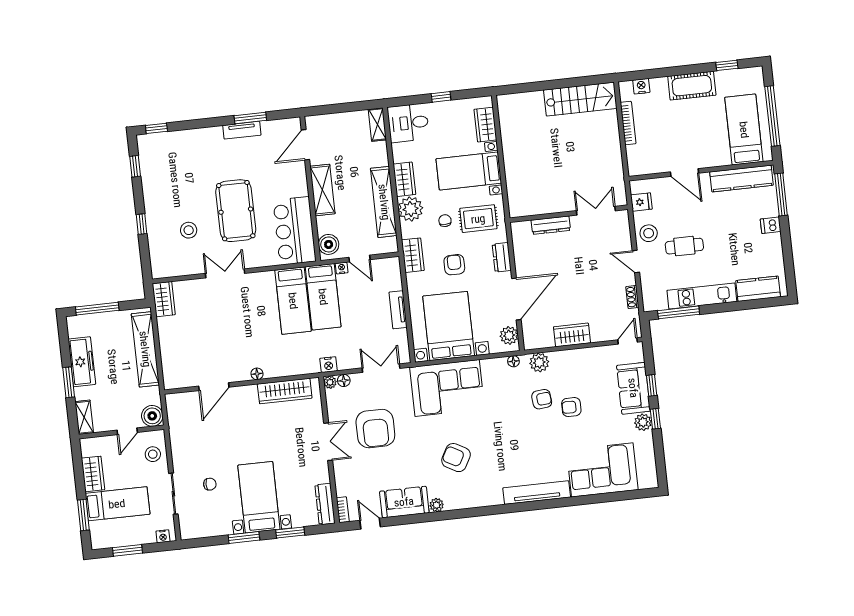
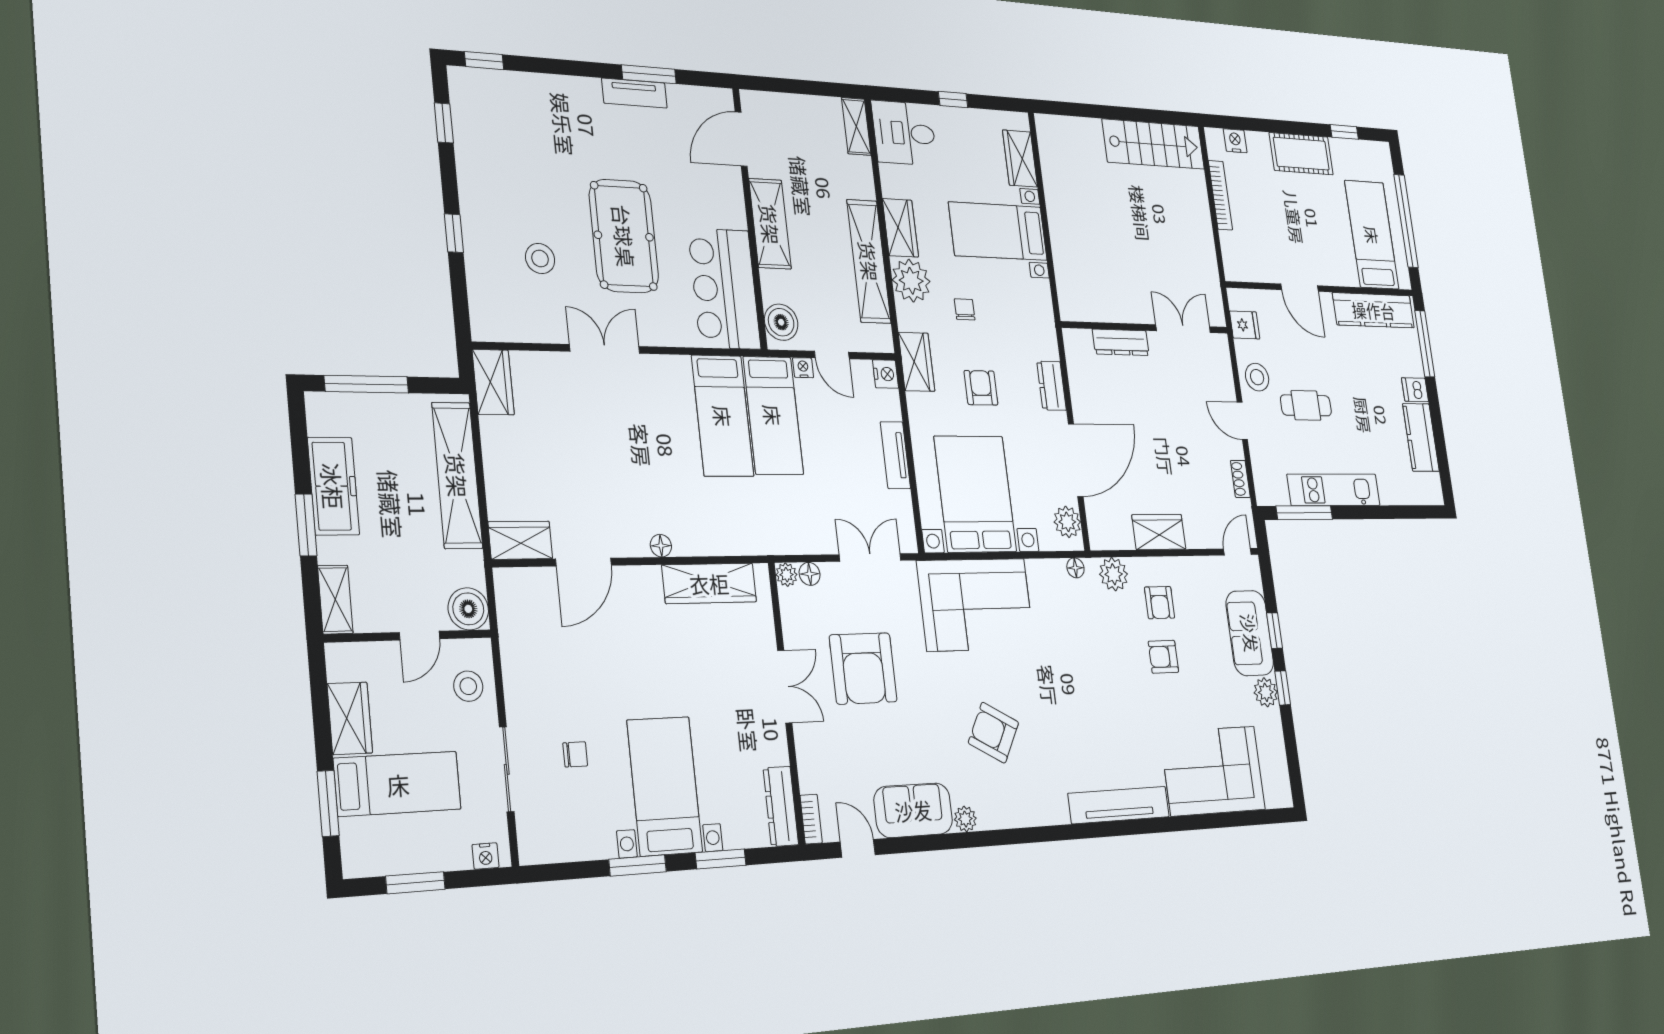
rug: (478, 219) -> (1015, 314), removed
kitchen counter: (758, 289) -> (1421, 437), moved, turned -90
nightstand: (328, 365) -> (886, 374), moved, turned -90
wardrobe: (179, 379) -> (520, 540), added
armchair: (542, 399) -> (1160, 603), moved, turned 95

